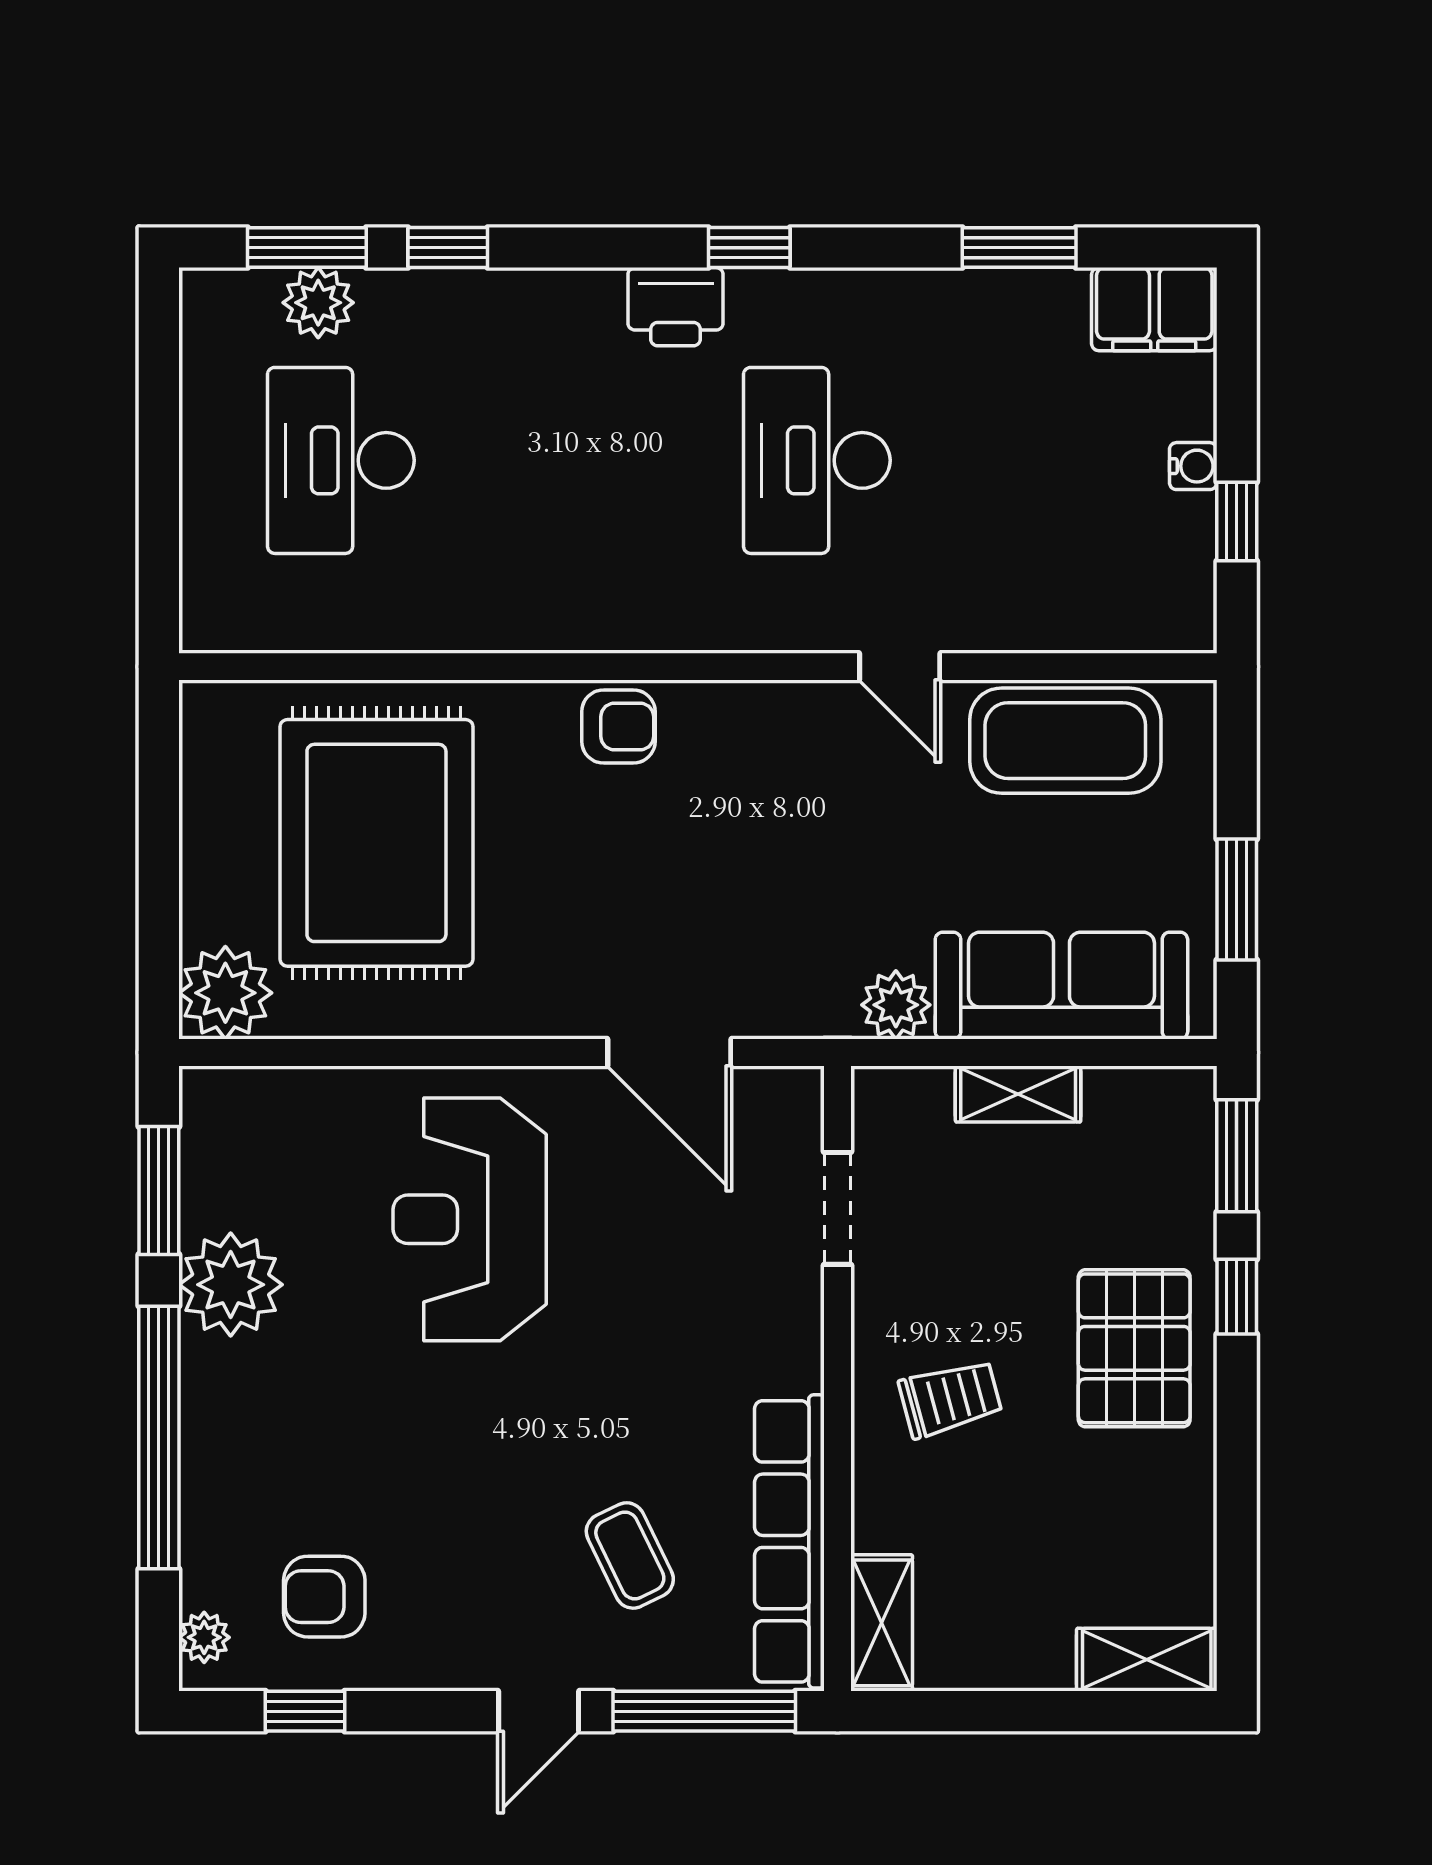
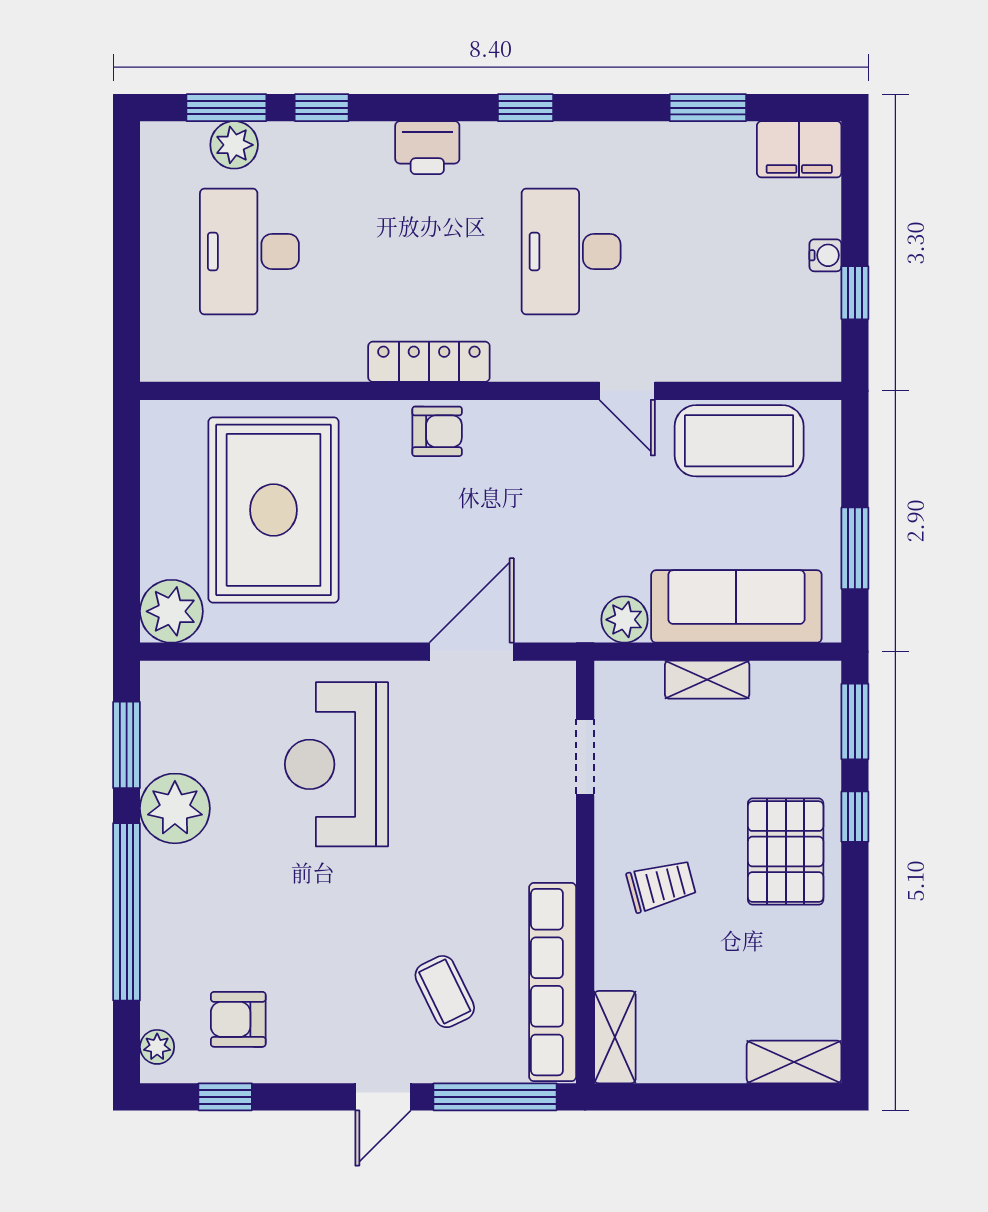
printer: (676, 307) -> (427, 148), moved
locker: (607, 624) -> (429, 362), added
door: (669, 1053) -> (472, 652), swing flipped

